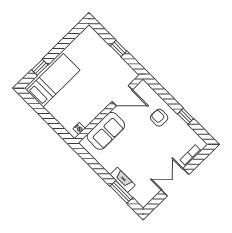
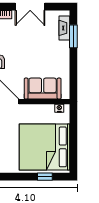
bed: (53, 80) -> (44, 147), width x2.04
fireplace: (123, 180) -> (64, 28), moved

